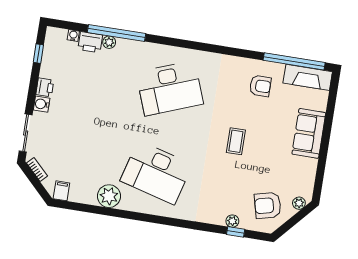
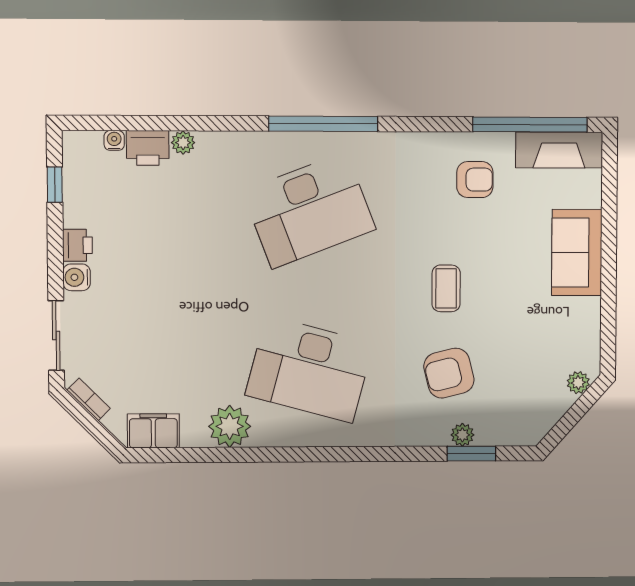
window: (116, 33) -> (323, 124), moved
filing cabinet: (61, 191) -> (153, 431), width x2.00
armchair: (268, 205) -> (449, 373), moved
window: (236, 232) -> (471, 454), width x1.50

